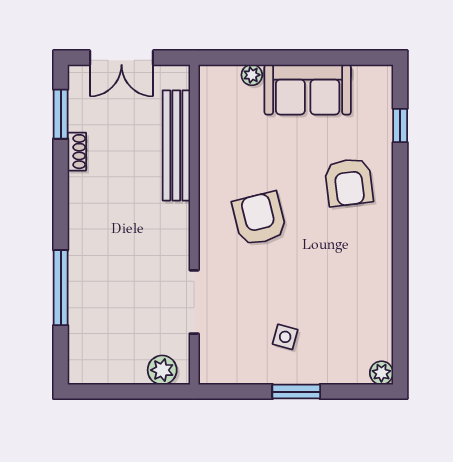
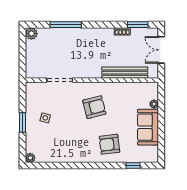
plant: (162, 370) -> (31, 34), moved

